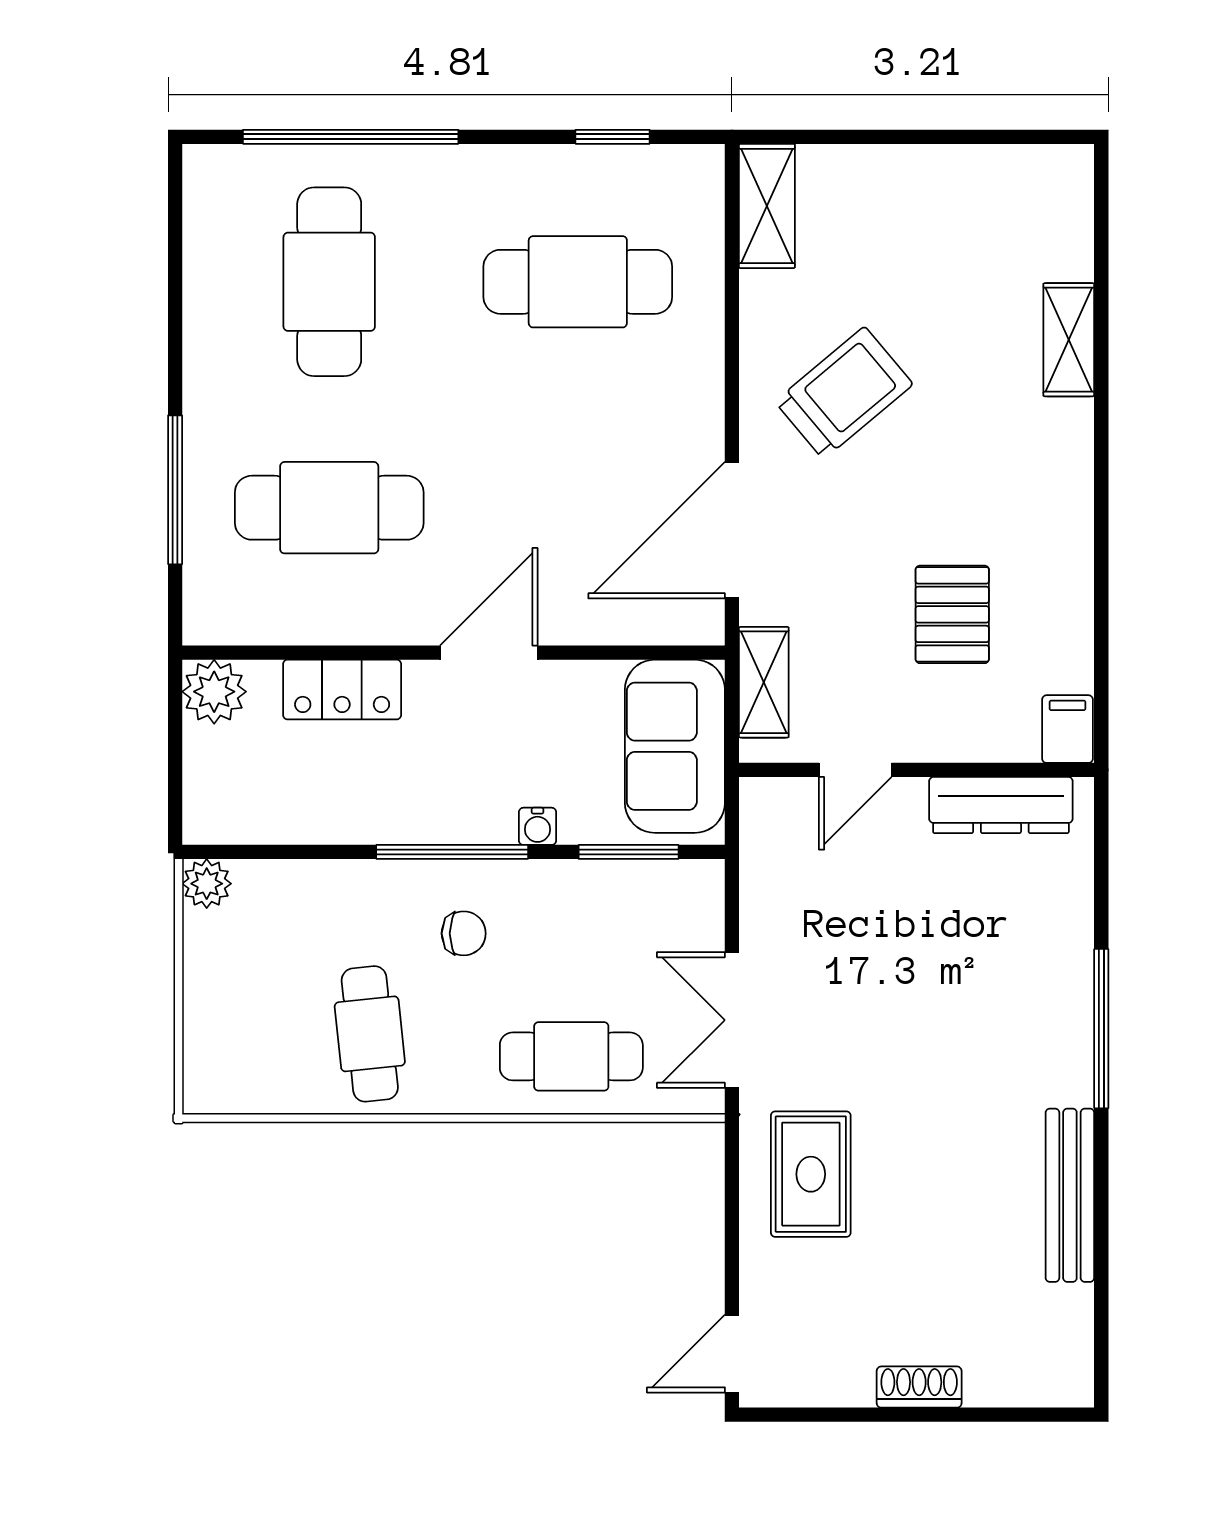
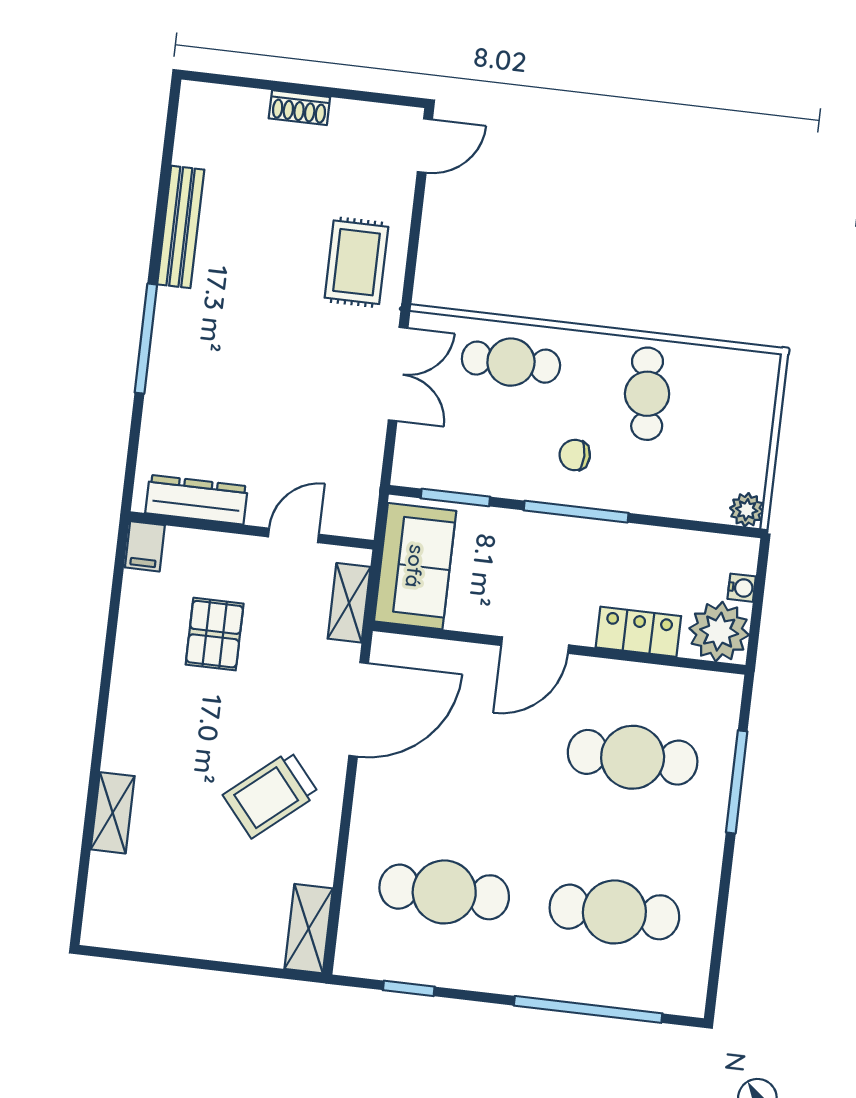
cafe table: (329, 282) -> (614, 912), turned 90
plant: (214, 692) -> (719, 632), width x1.36, depth x1.36
water cooler: (538, 826) -> (742, 588), moved, turned 90

